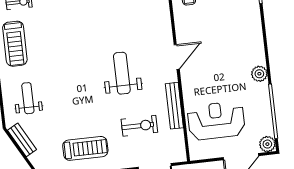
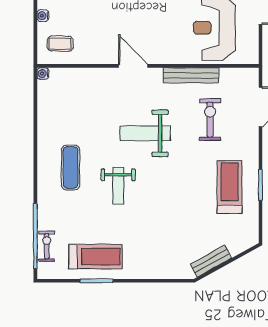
exercise mat: (87, 15) -> (71, 167), added
weight bench: (28, 98) -> (118, 186), moved, turned -90

